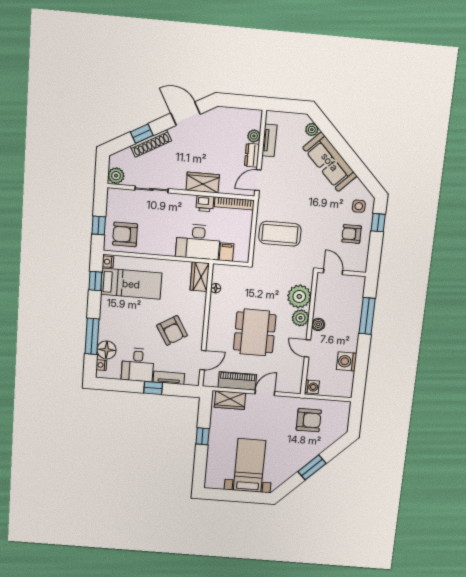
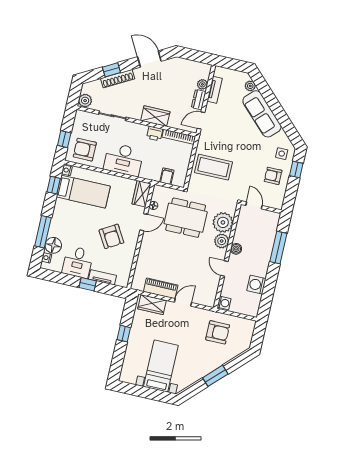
desk: (198, 242) -> (124, 160), moved
dining table: (255, 332) -> (186, 218), moved, turned 90
door: (203, 360) -> (144, 222), moved

